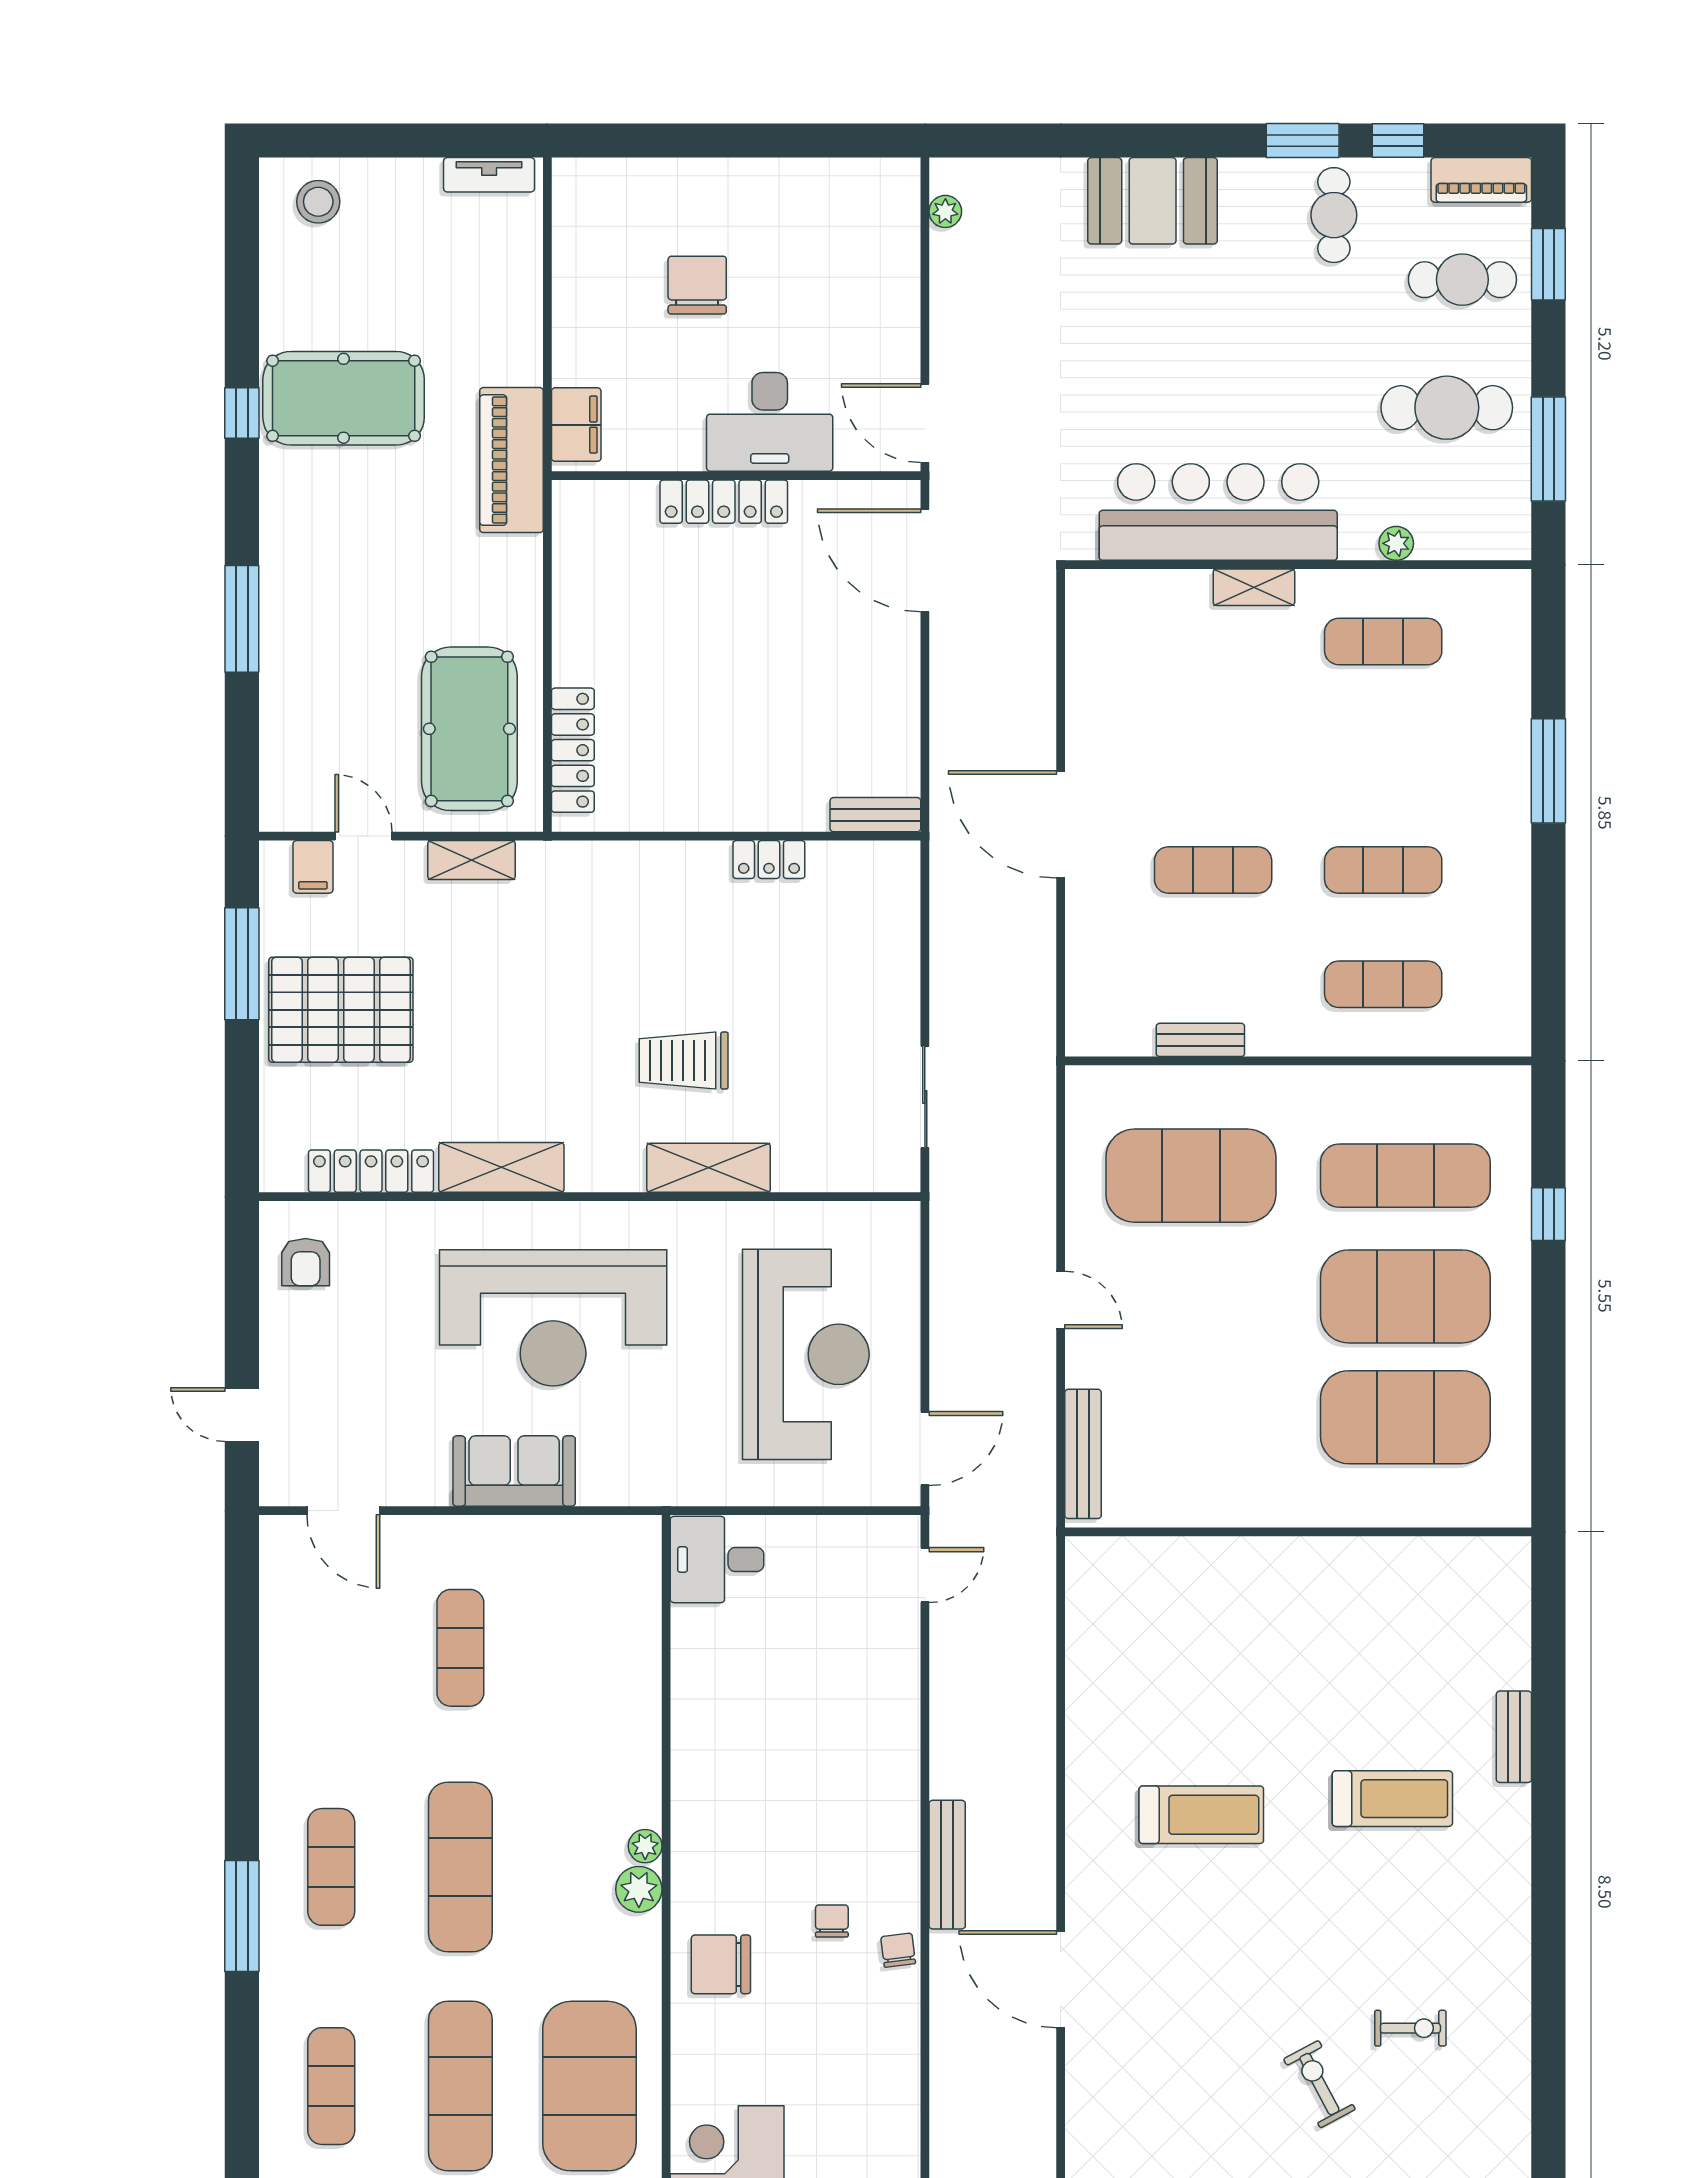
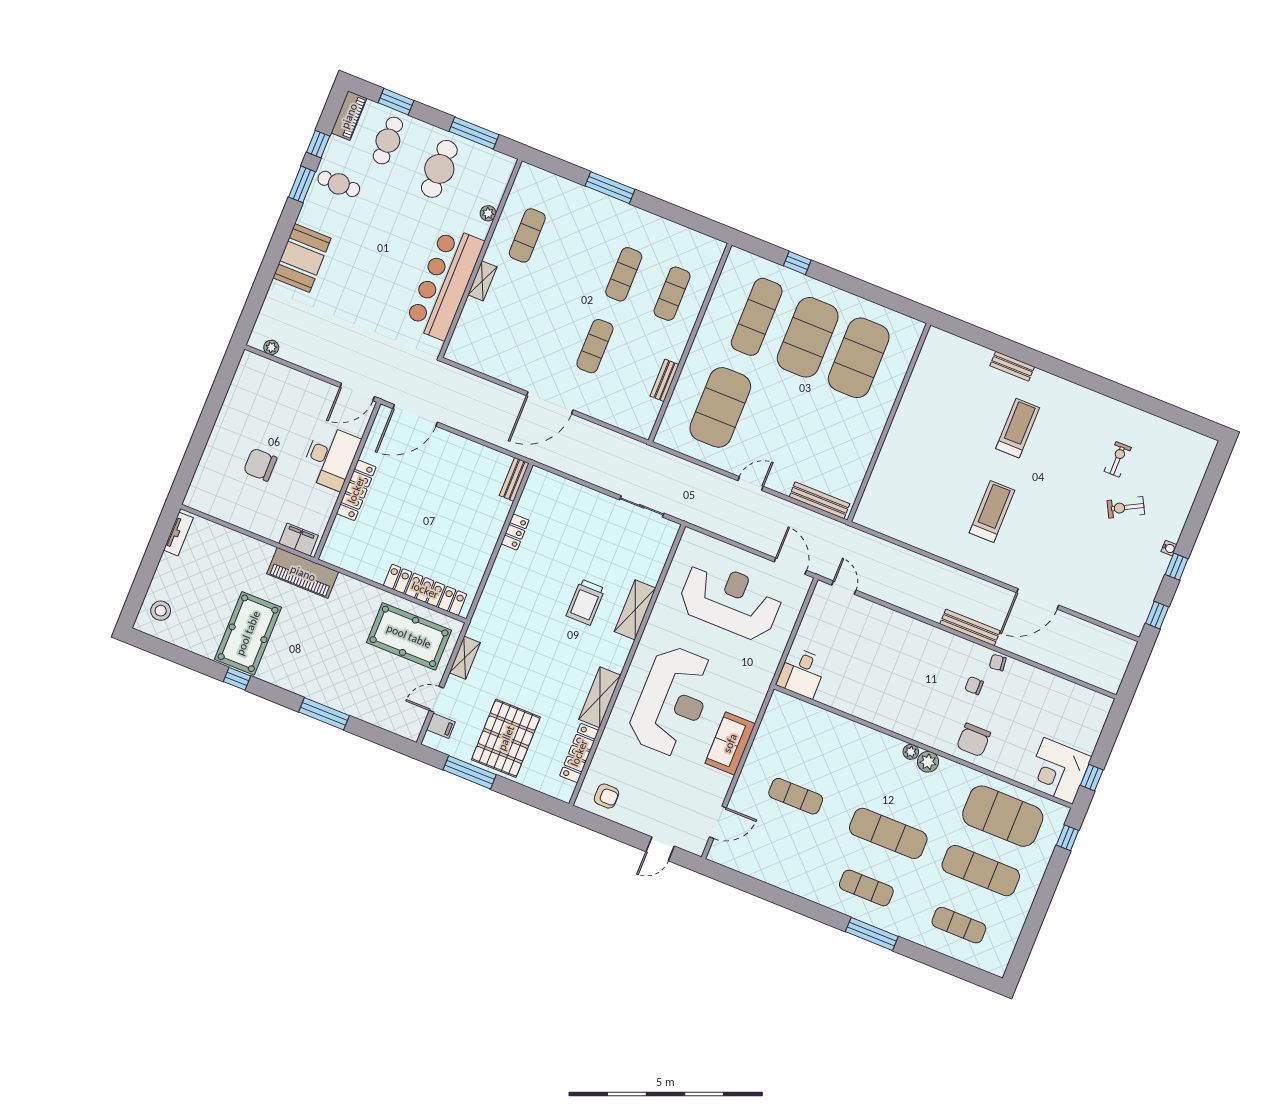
locker: (573, 750) -> (425, 590), width x1.41, depth x1.21

